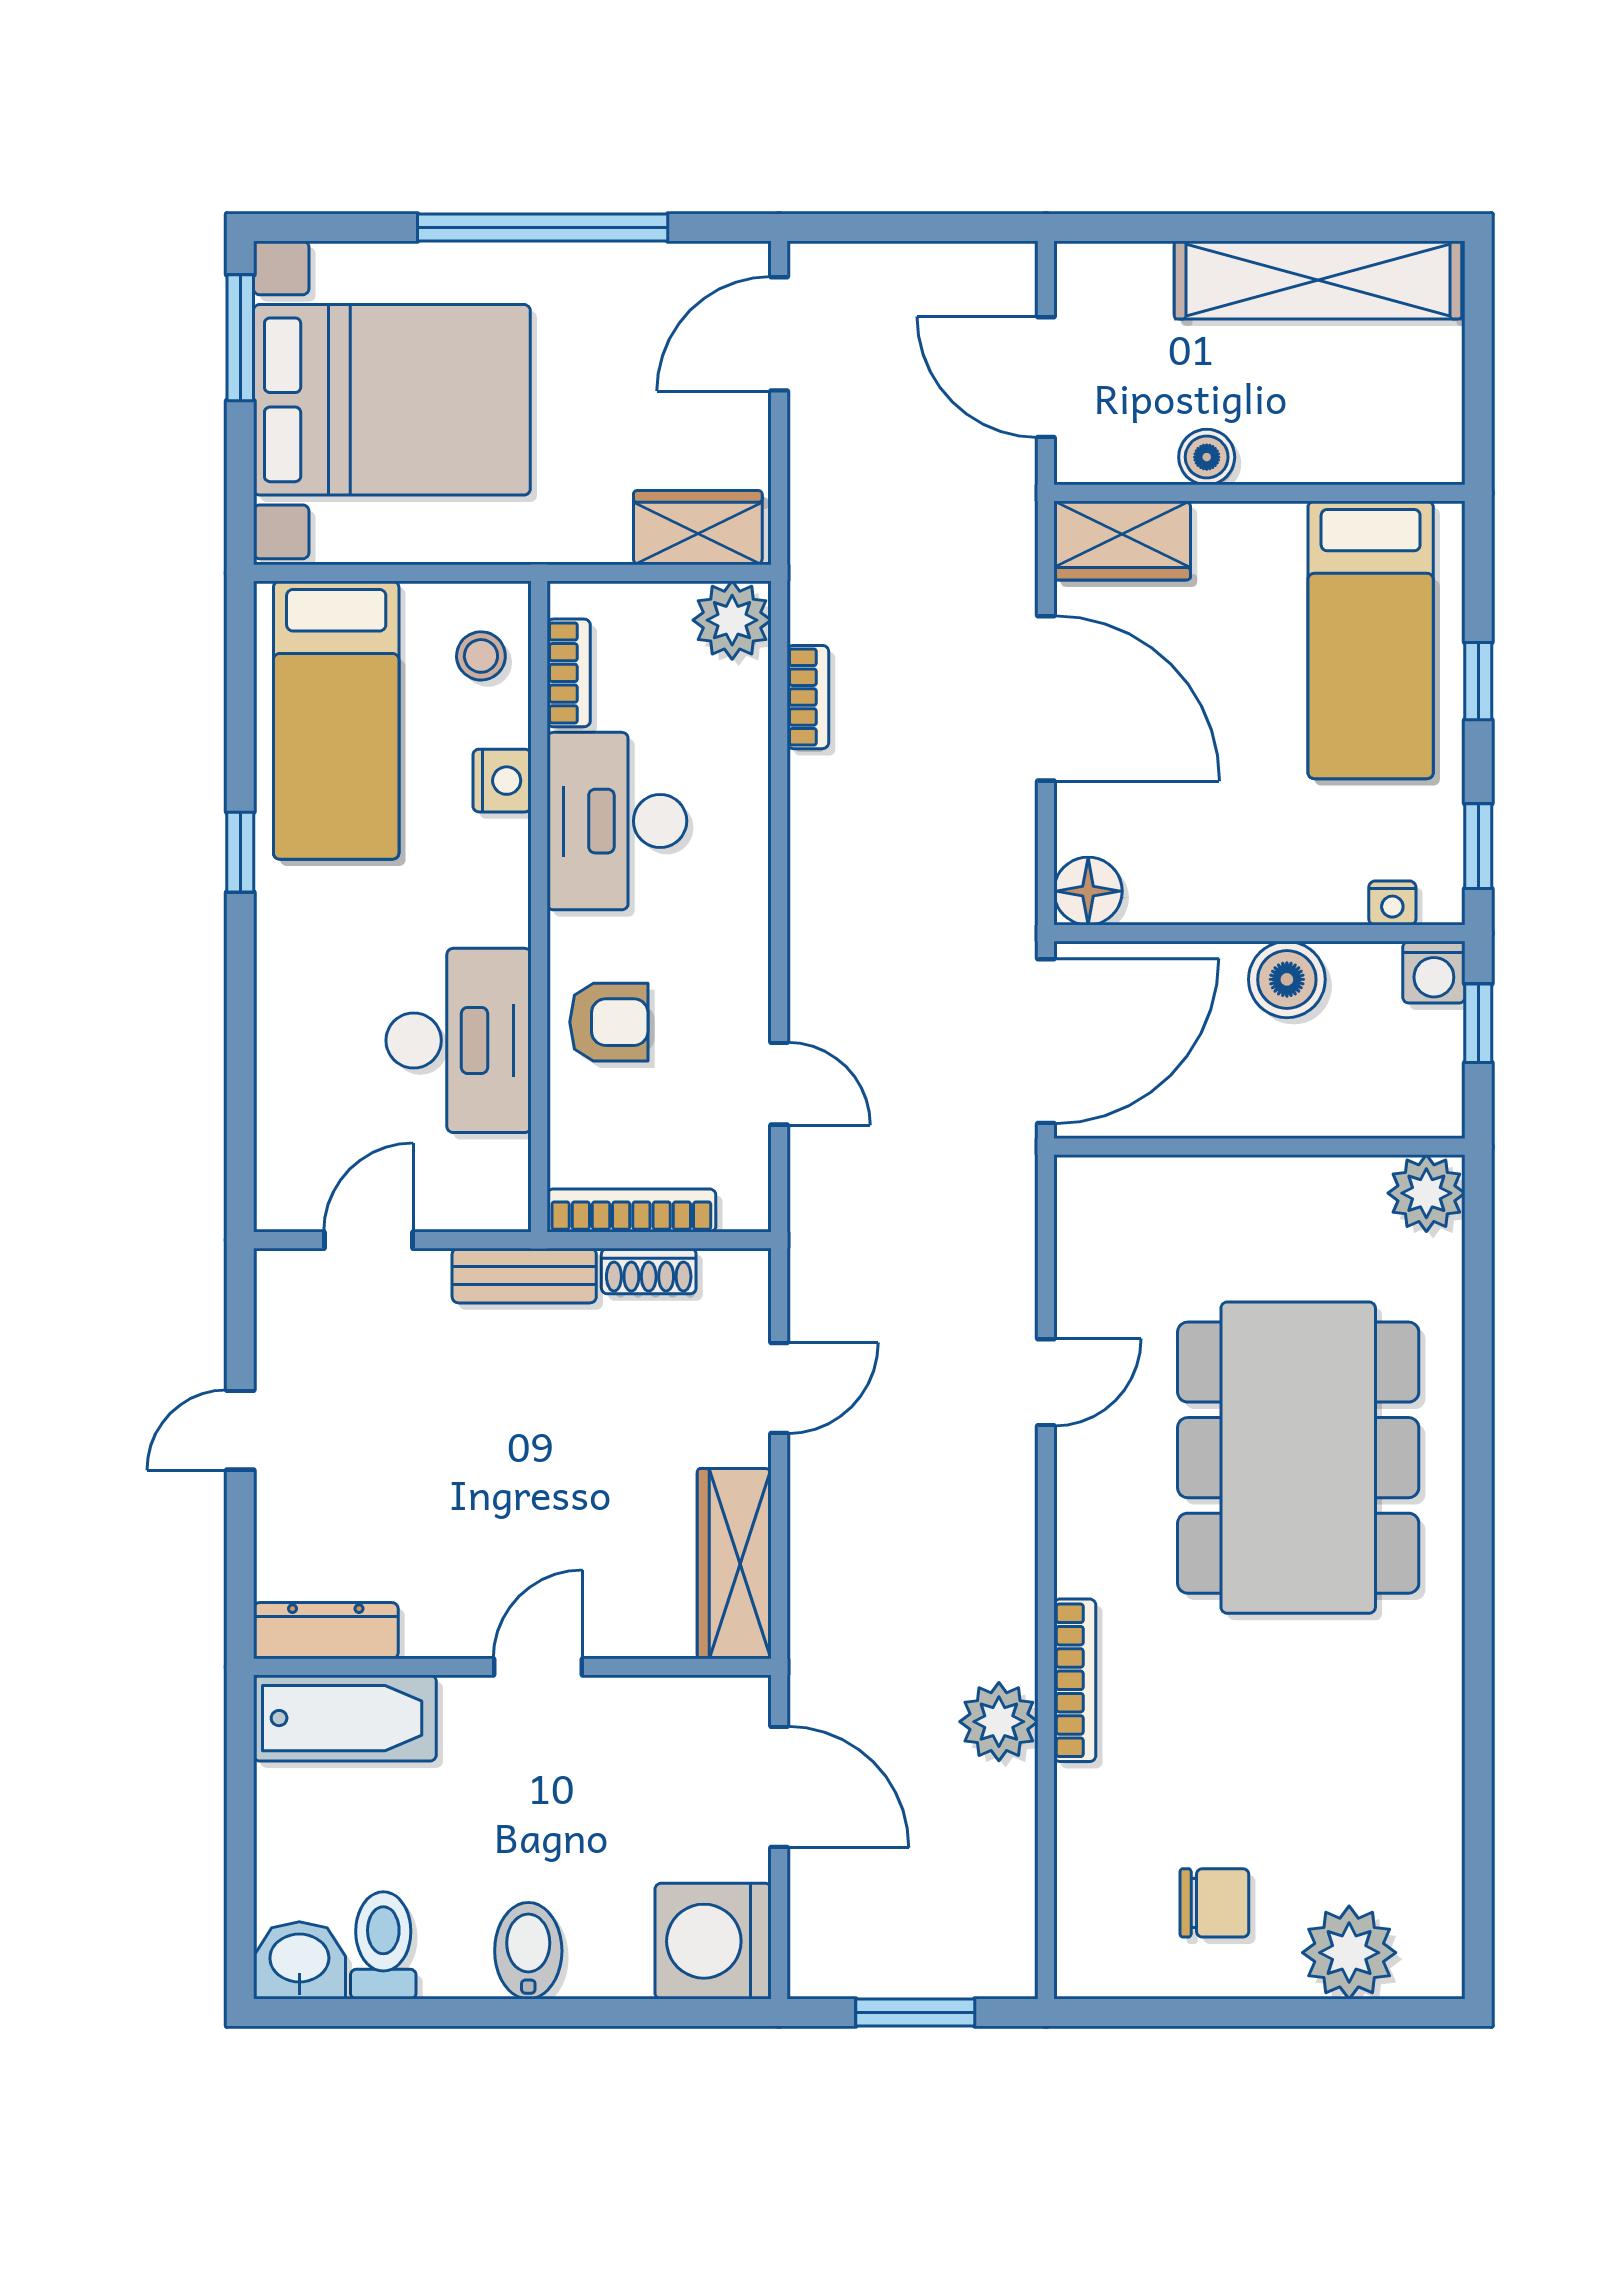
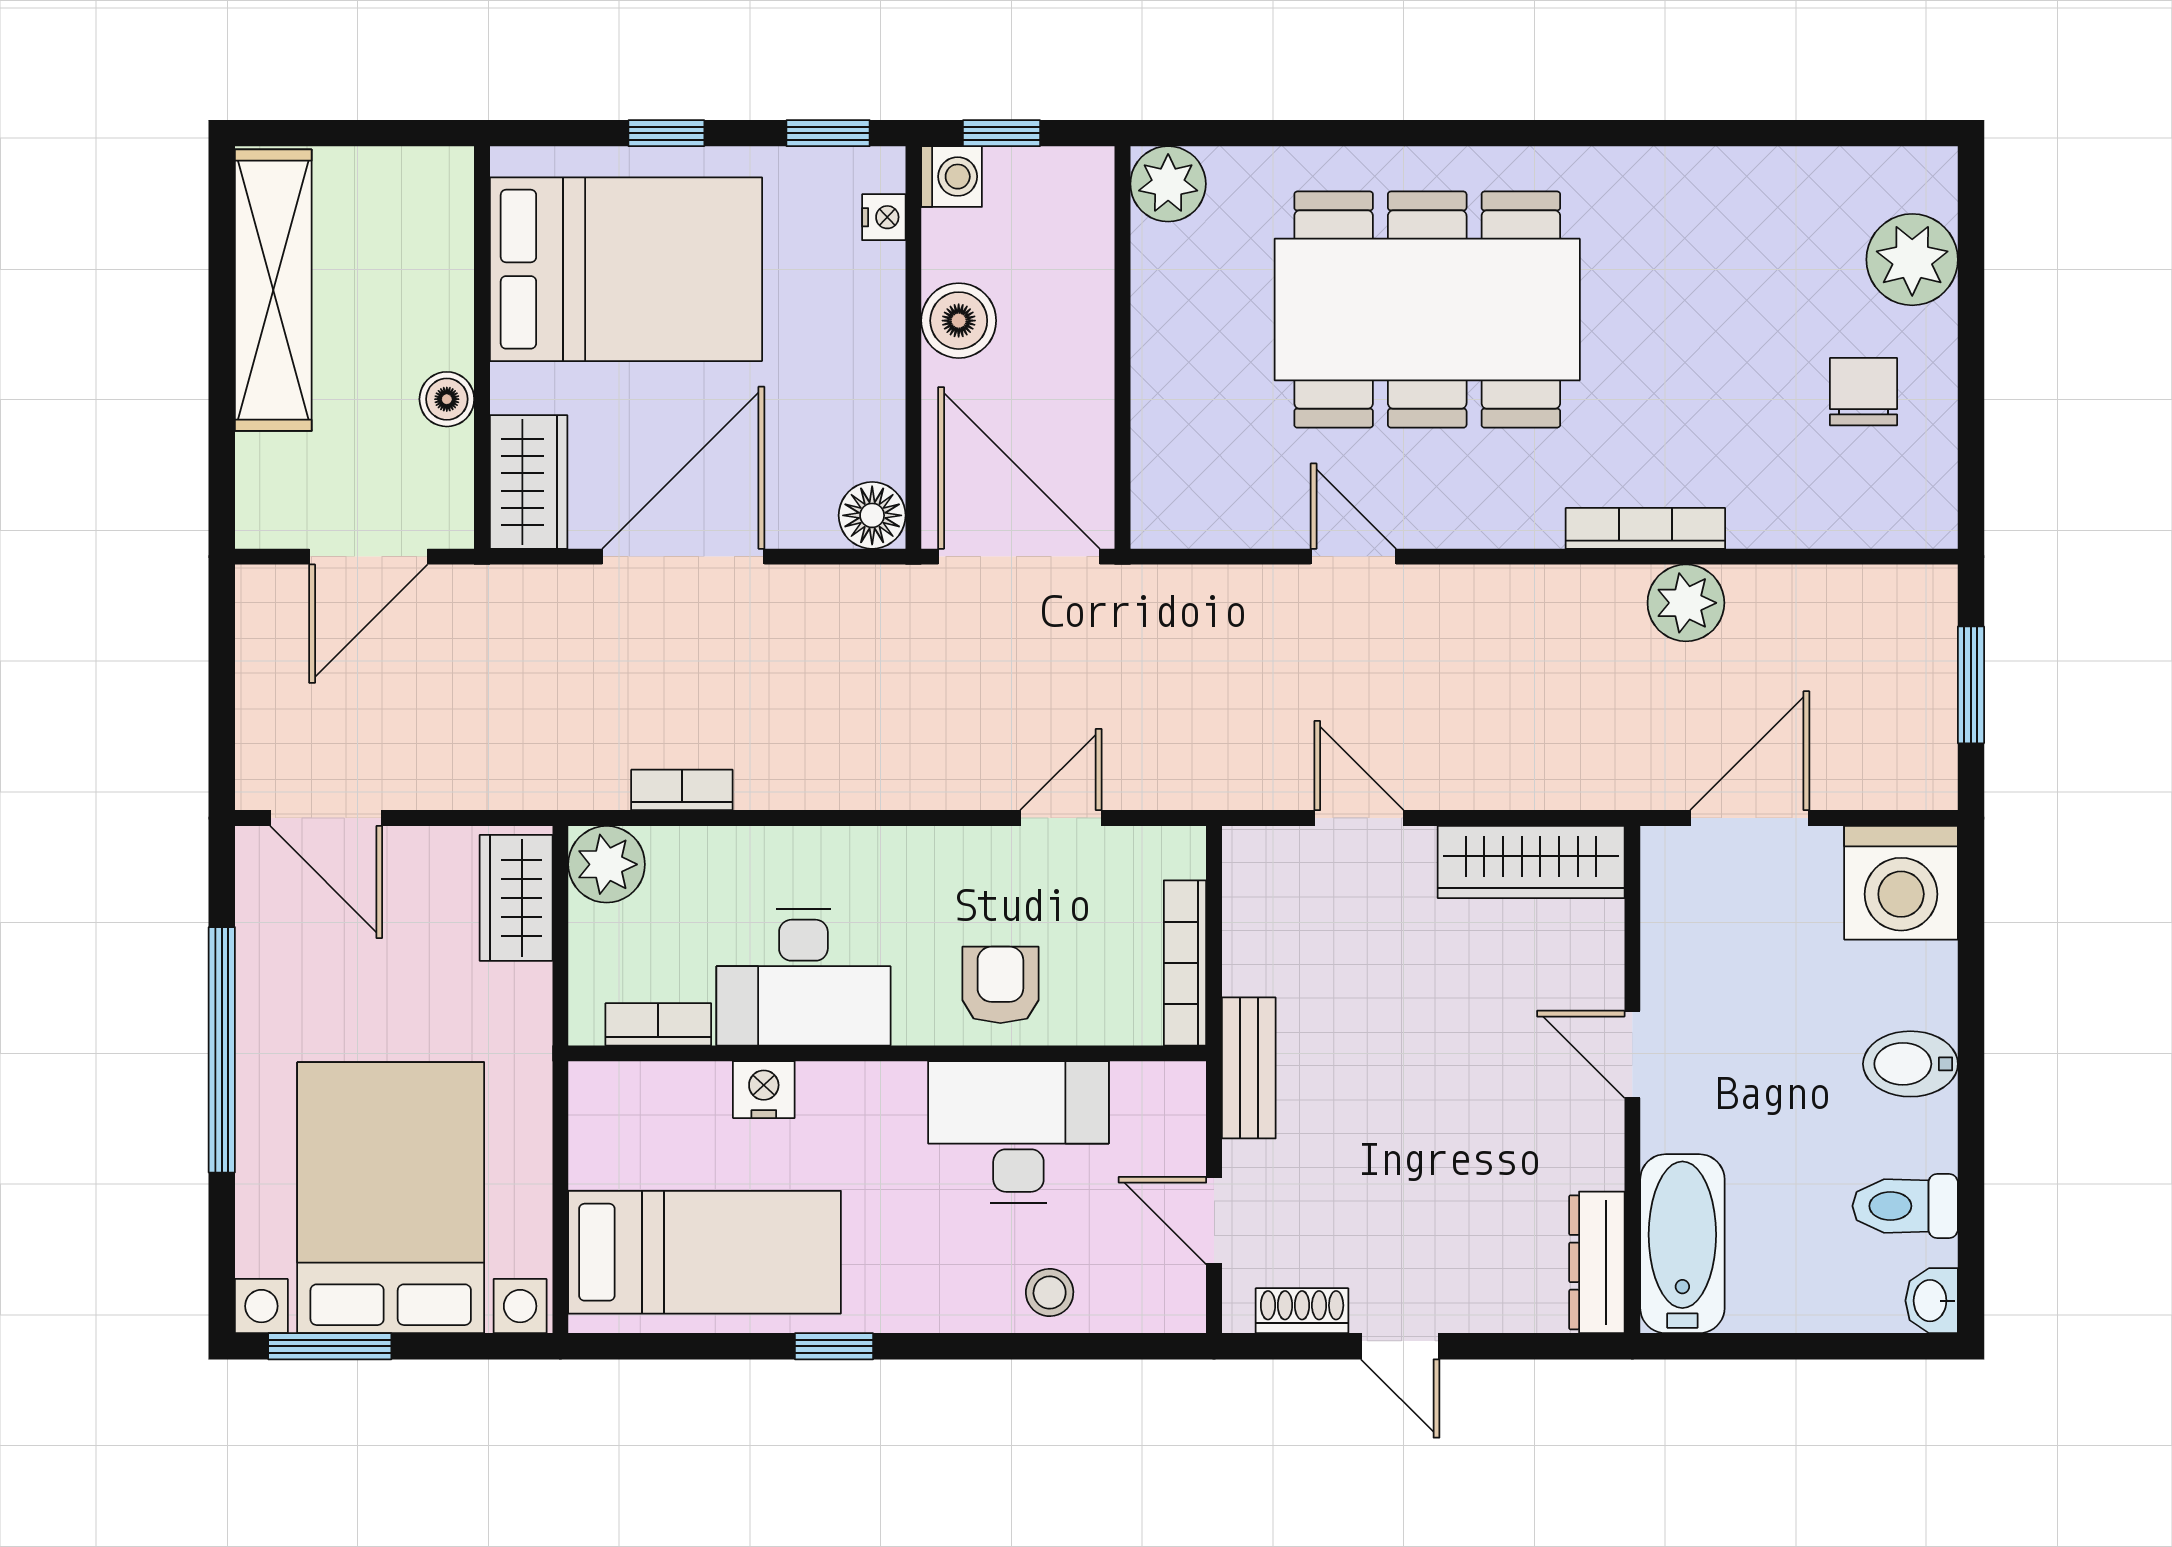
bed: (1371, 640) -> (626, 269), width x1.50
stool: (481, 656) -> (1050, 1293), moved
shoe rack: (649, 1271) -> (1302, 1311), moved, turned -90
washbasin: (299, 1960) -> (1932, 1301), width x0.72, depth x0.69

